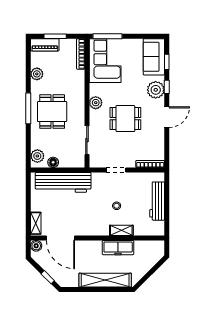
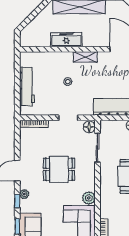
plant: (156, 90) -> (24, 194), width x0.53, depth x0.53
plant: (96, 103) -> (89, 198), moved
floor lamp: (95, 161) -> (89, 127), added
shelving: (121, 230) -> (85, 57), moved

